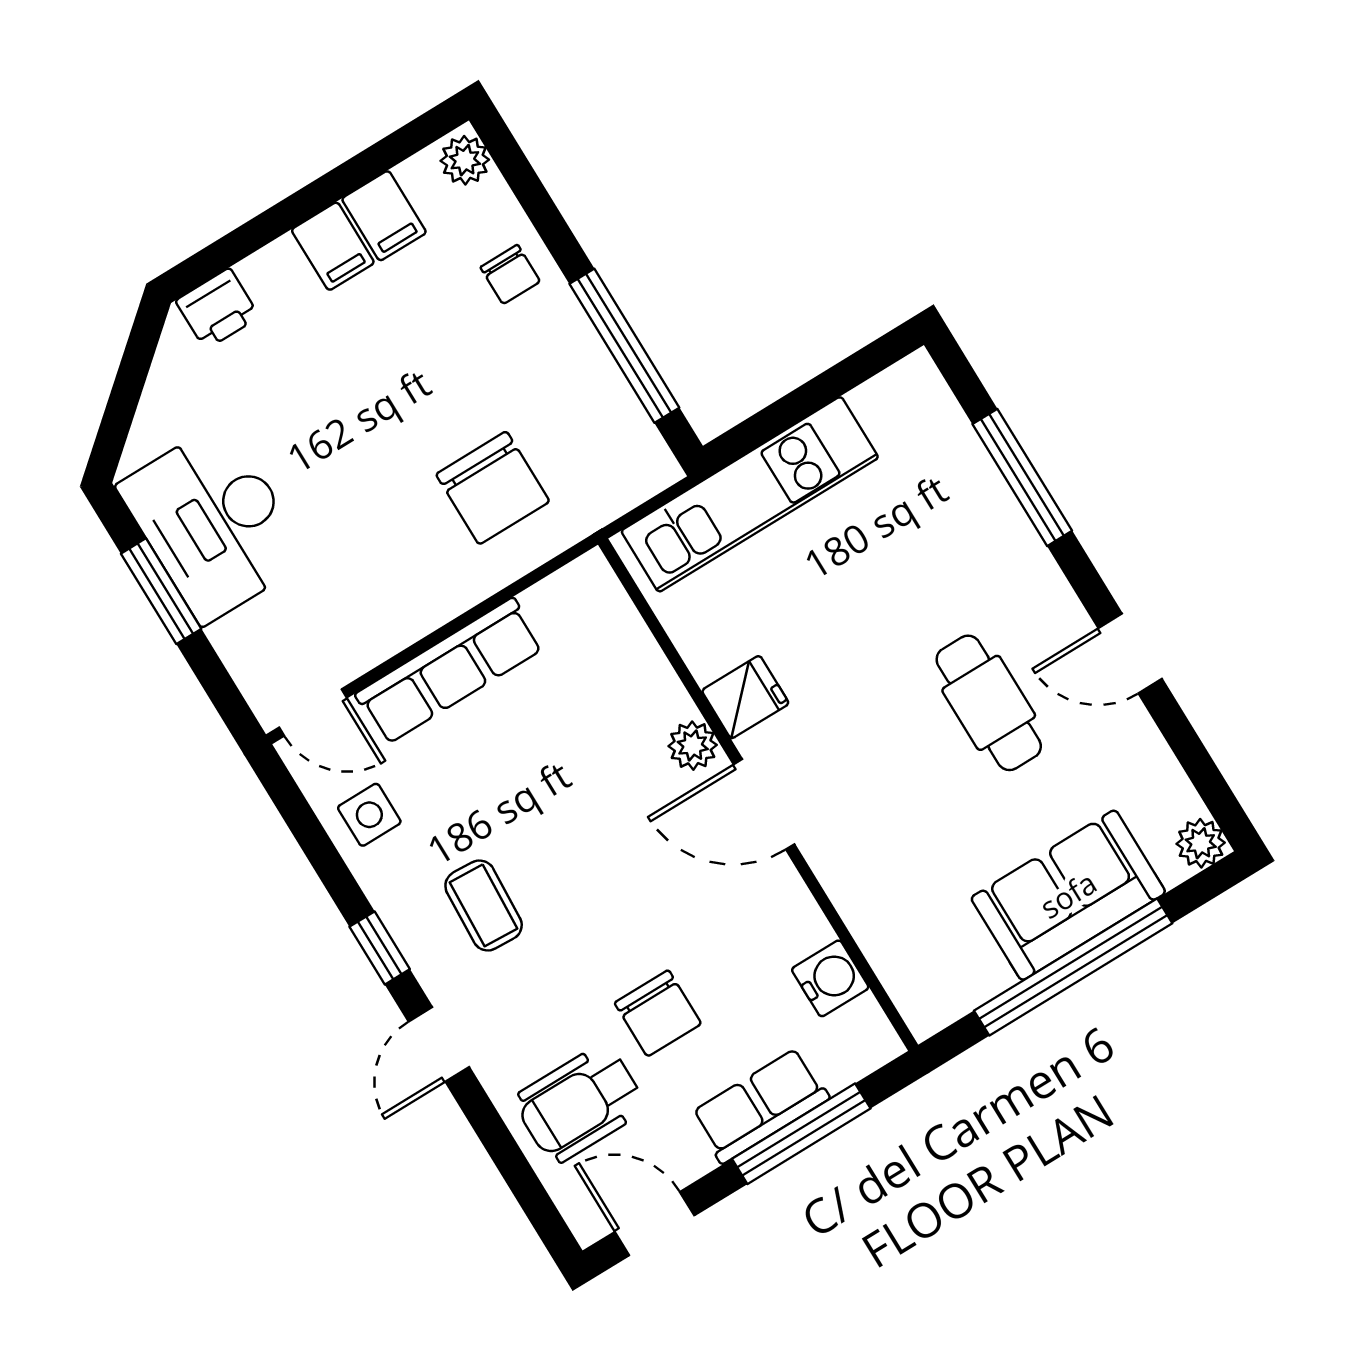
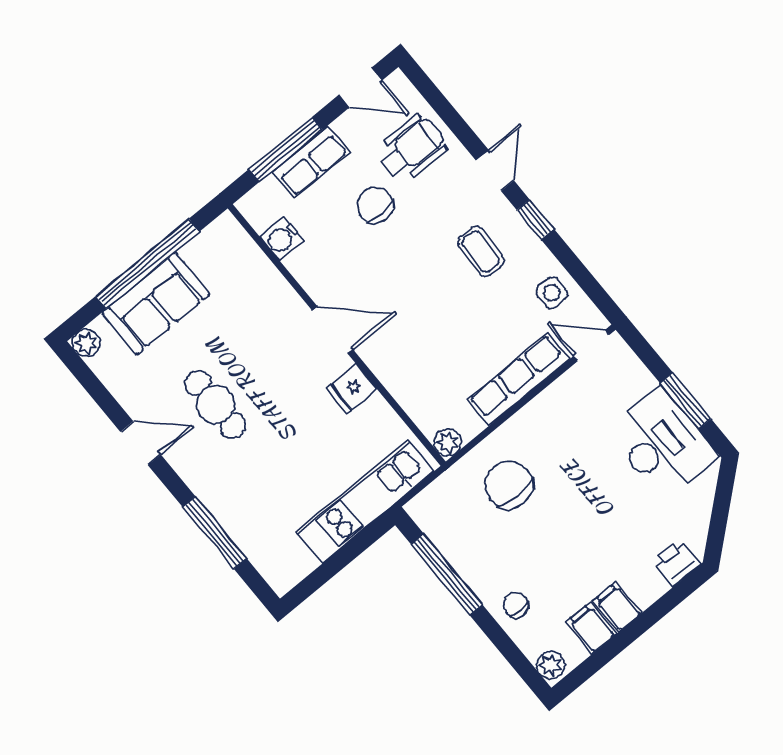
plant: (693, 746) -> (448, 442), moved

